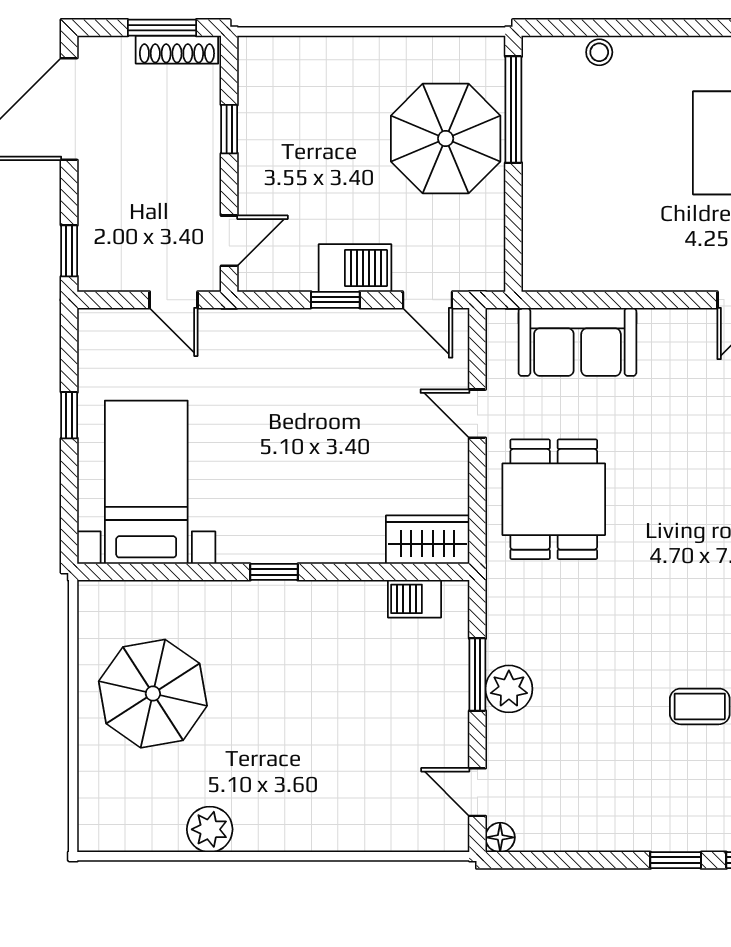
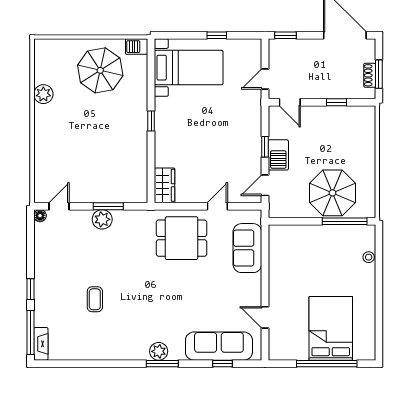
shoe rack: (177, 50) -> (370, 75), width x0.70
barbecue: (414, 599) -> (137, 47), moved, turned -90

